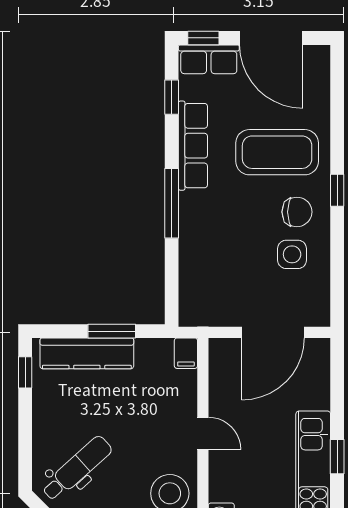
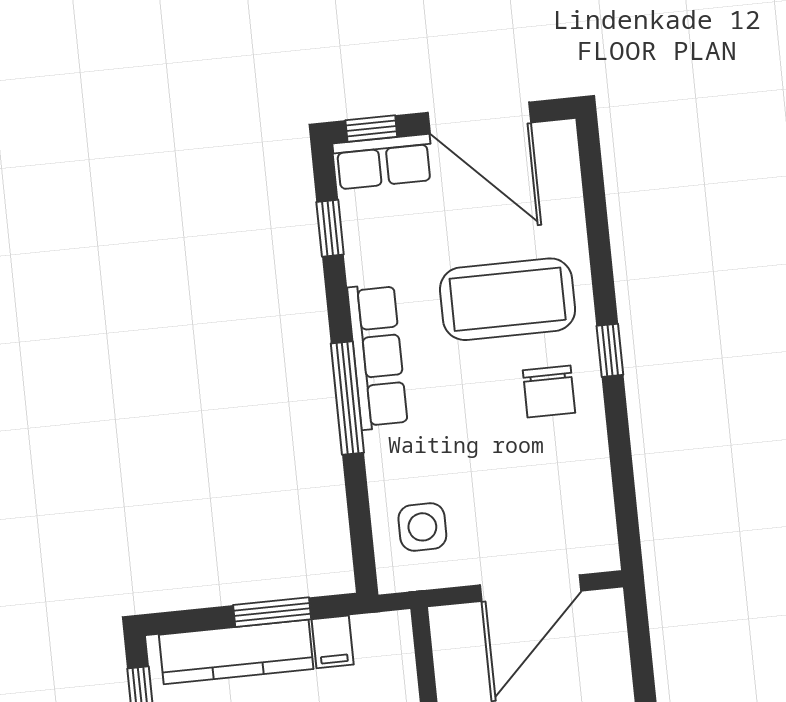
row of seats: (193, 146) -> (377, 356), moved
chair: (297, 212) -> (549, 392), turned 90
side table: (292, 254) -> (422, 527), moved
filing cabinet: (186, 353) -> (333, 642), moved

